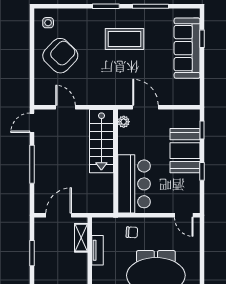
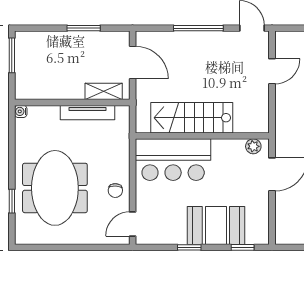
stairs: (101, 141) -> (192, 118), moved
chair: (132, 232) -> (115, 191), moved
tv unit: (98, 250) -> (88, 113), width x1.41

